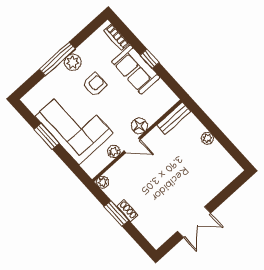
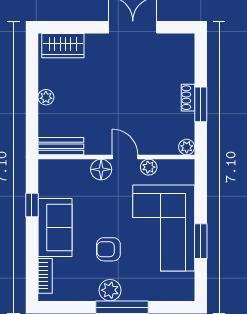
window: (150, 59) -> (32, 205), moved
wardrobe: (224, 176) -> (63, 46), added

